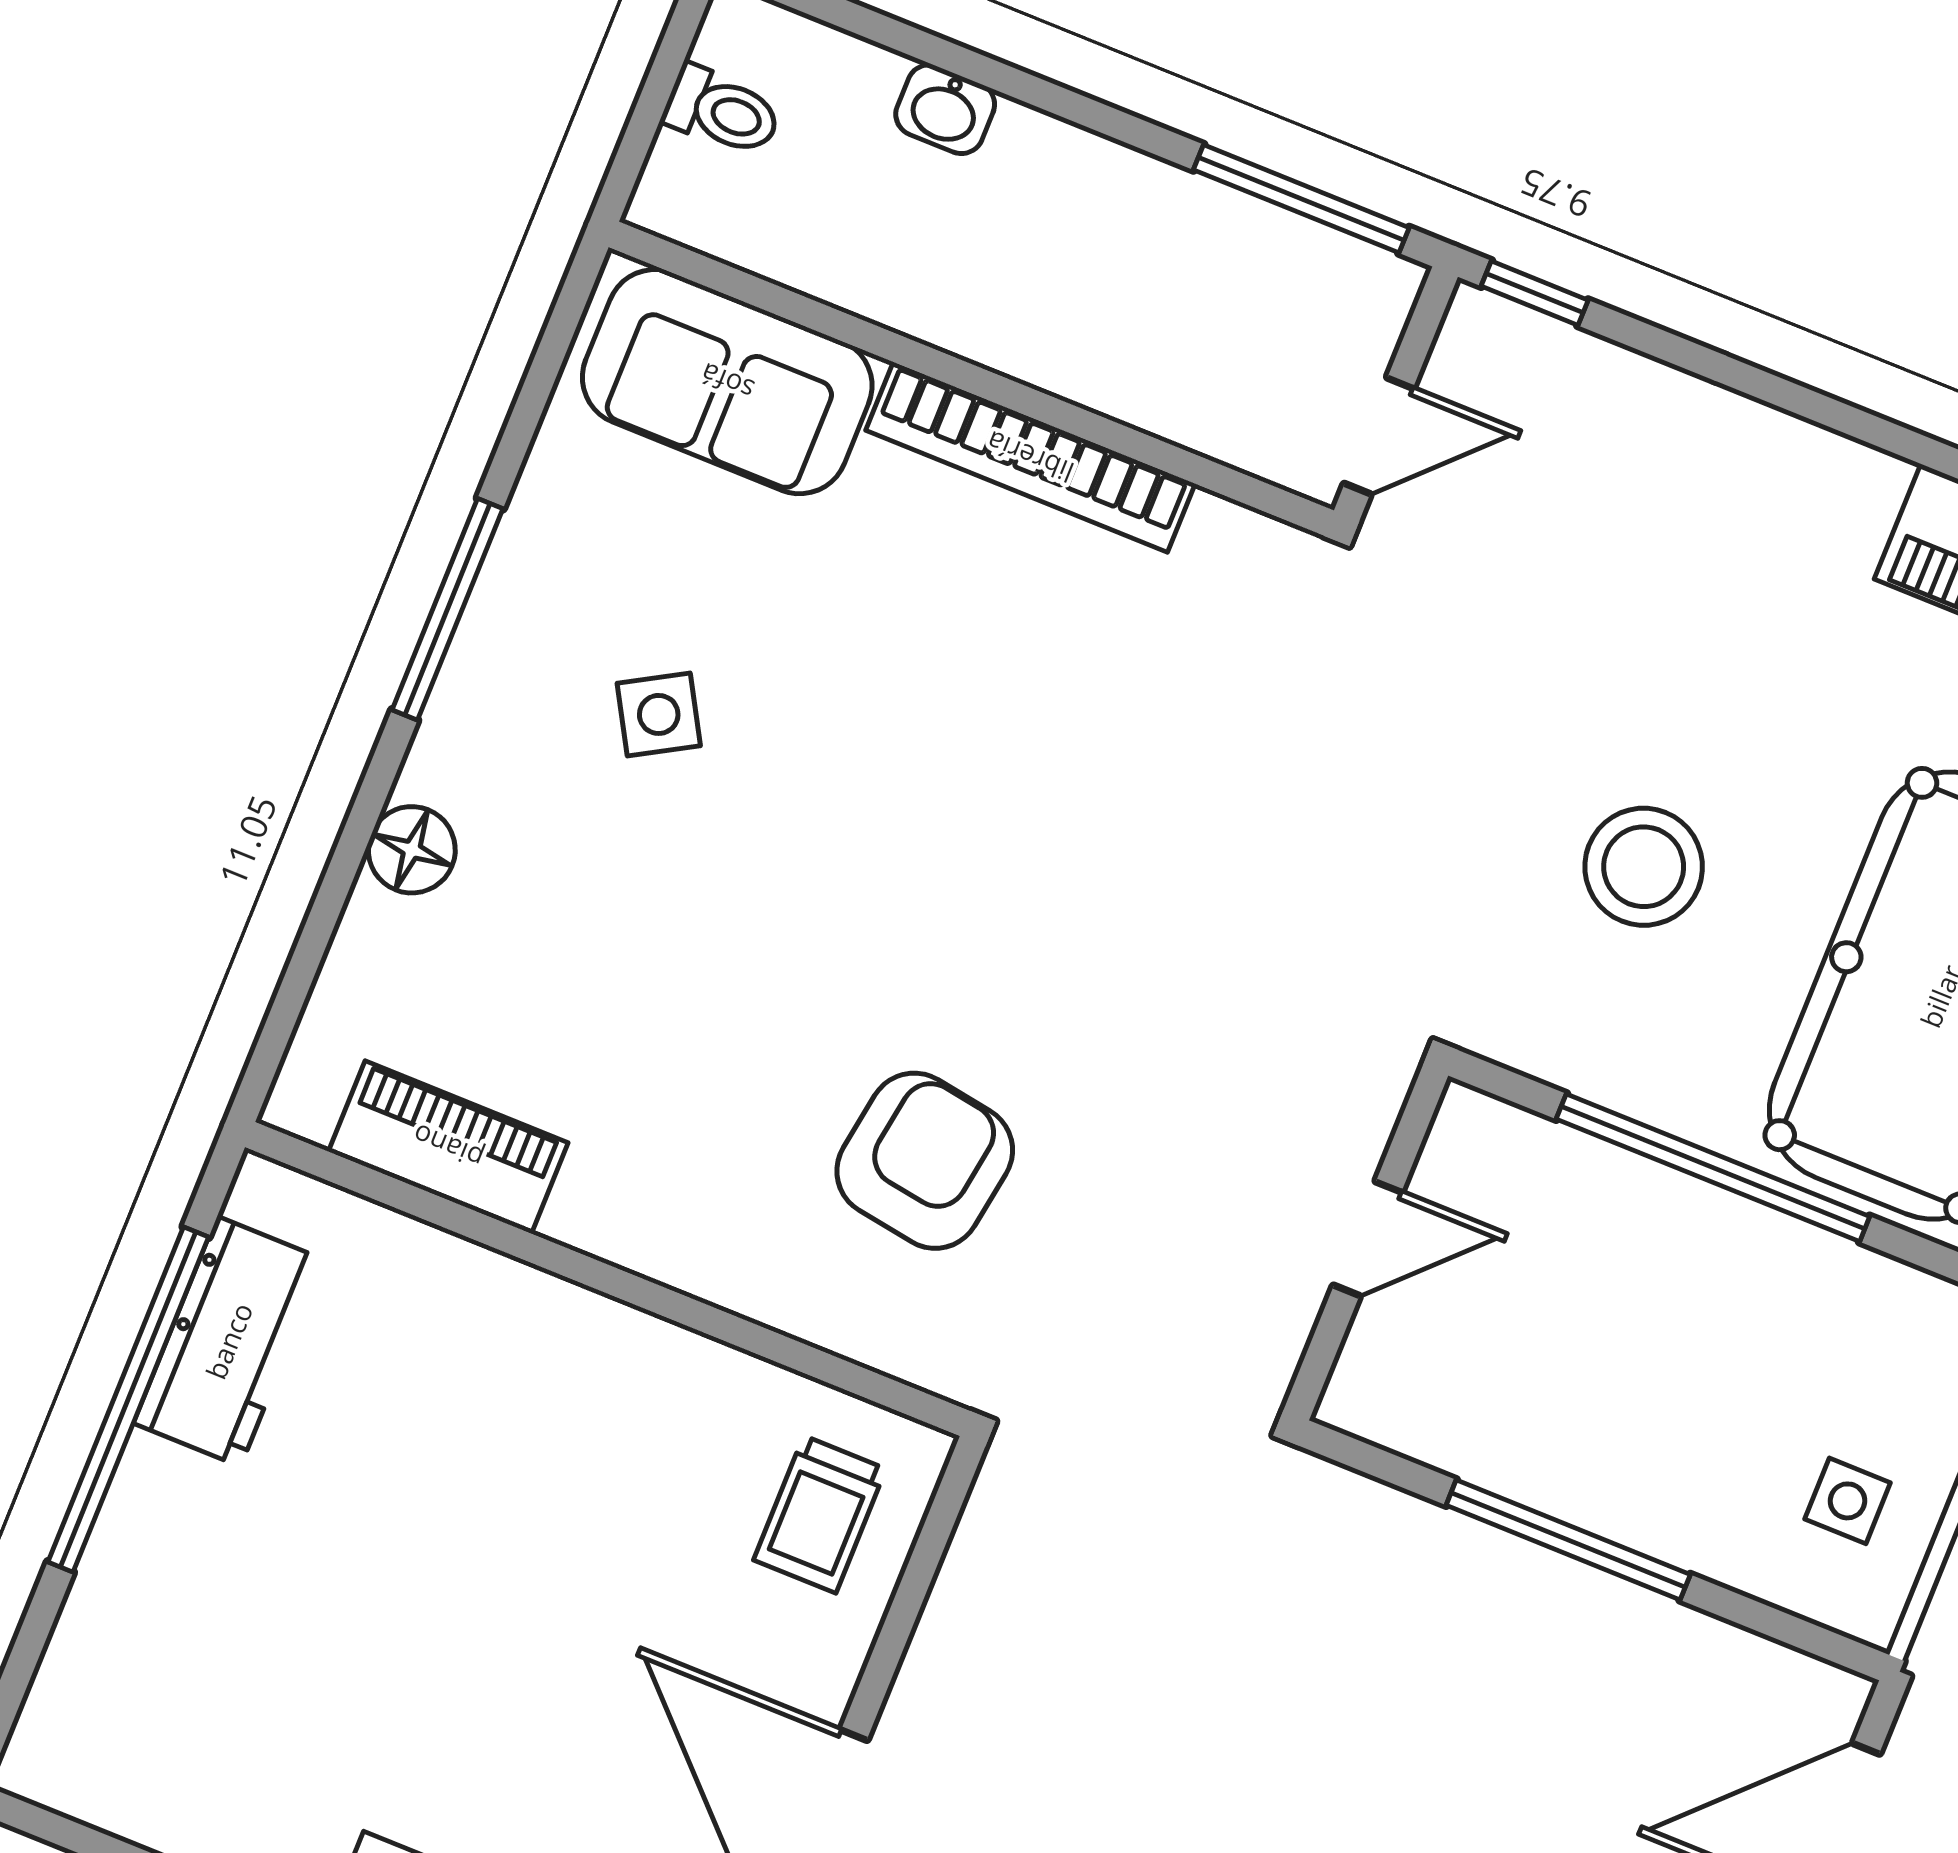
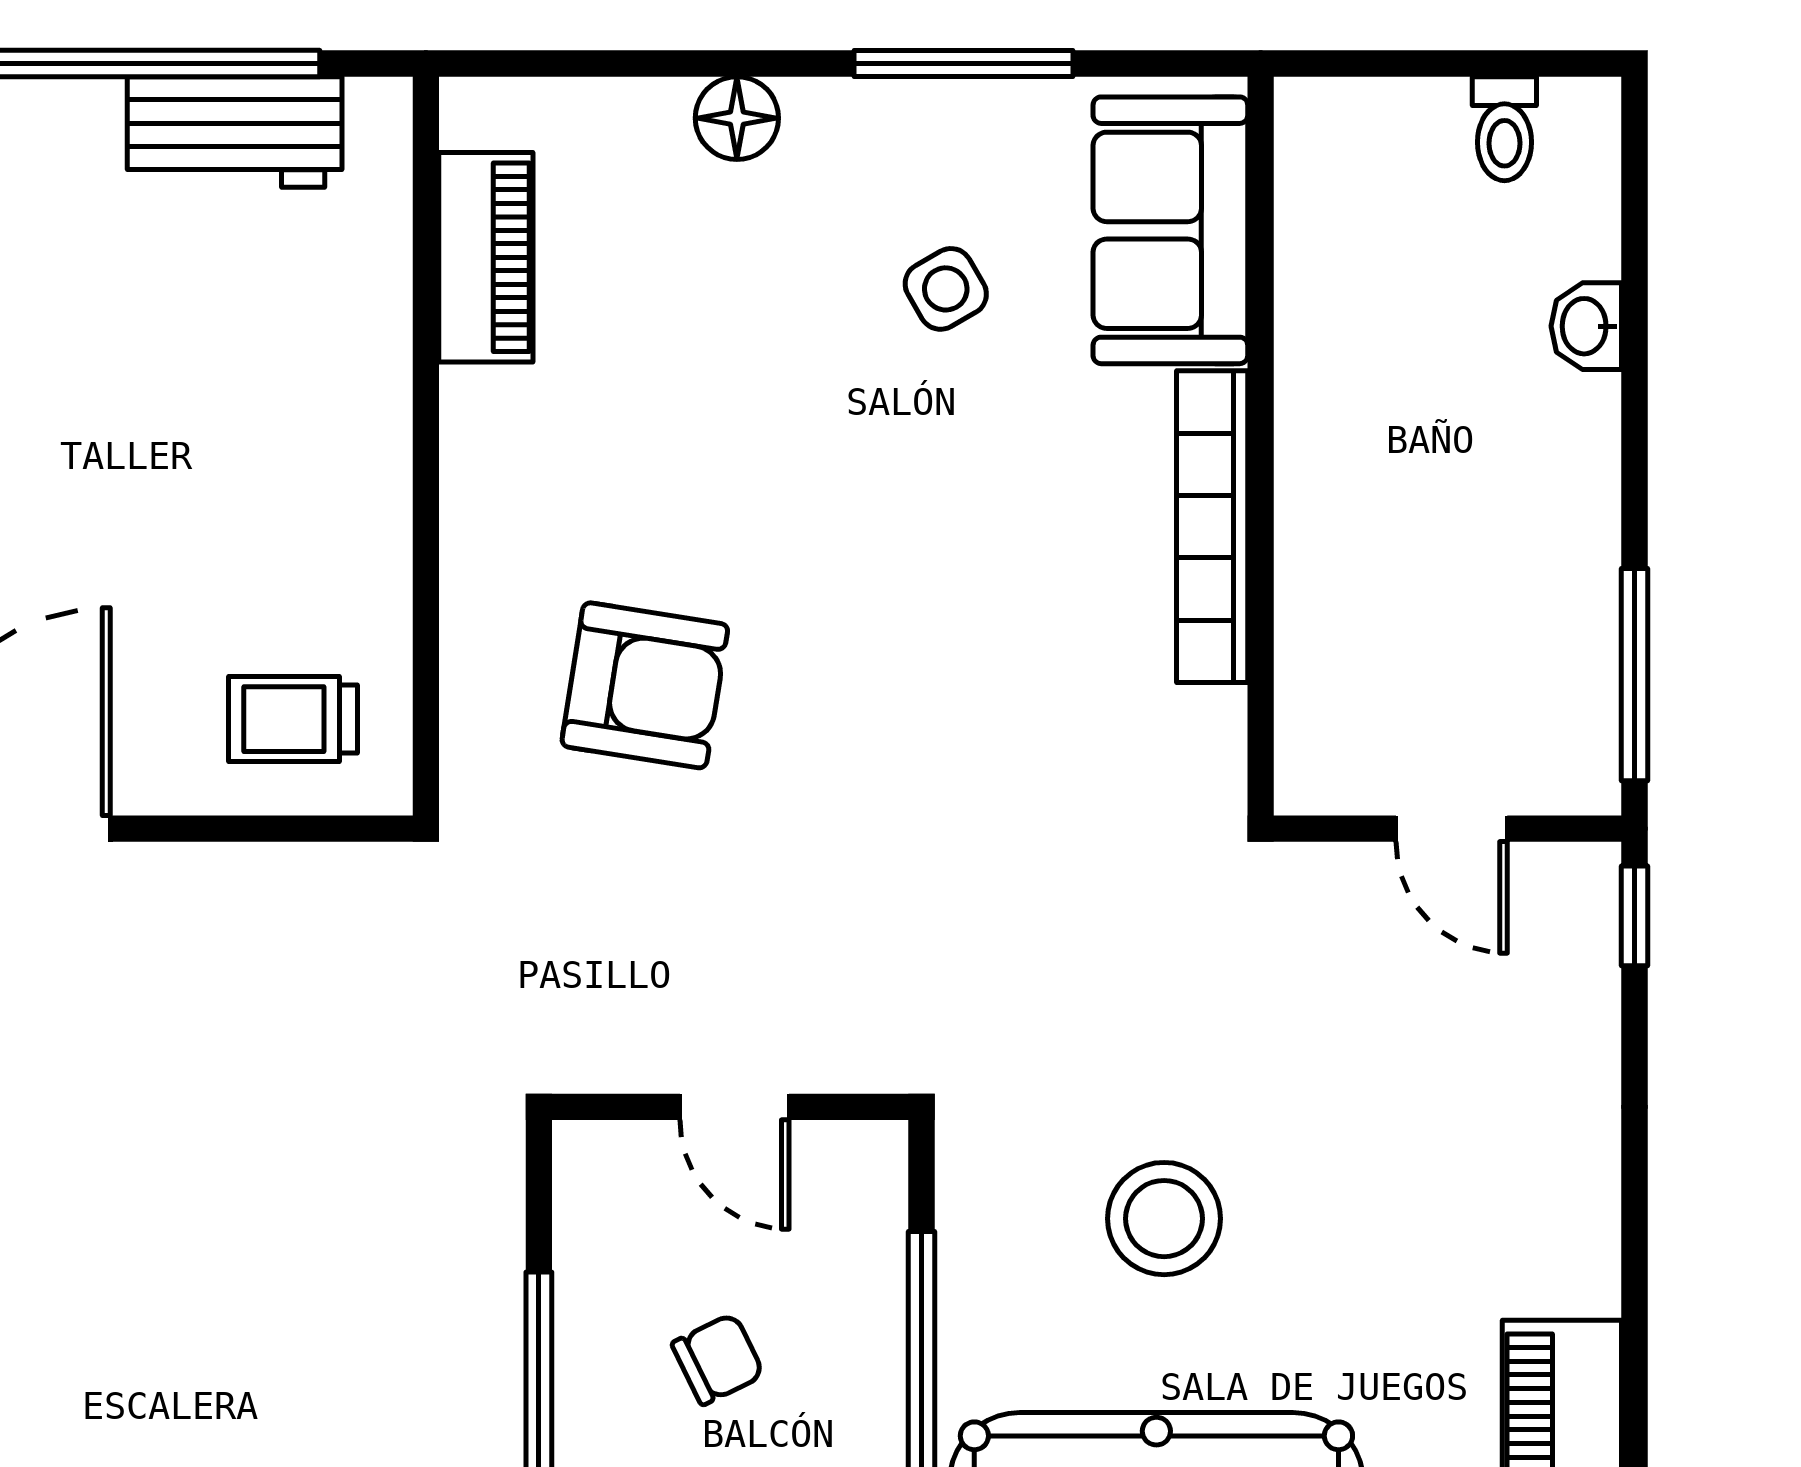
wall: (971, 379) -> (1261, 446), moved
sofa: (727, 382) -> (1170, 230), moved
bookcase: (1030, 457) -> (1212, 527), moved
chair: (1605, 1353) -> (718, 1359), added

